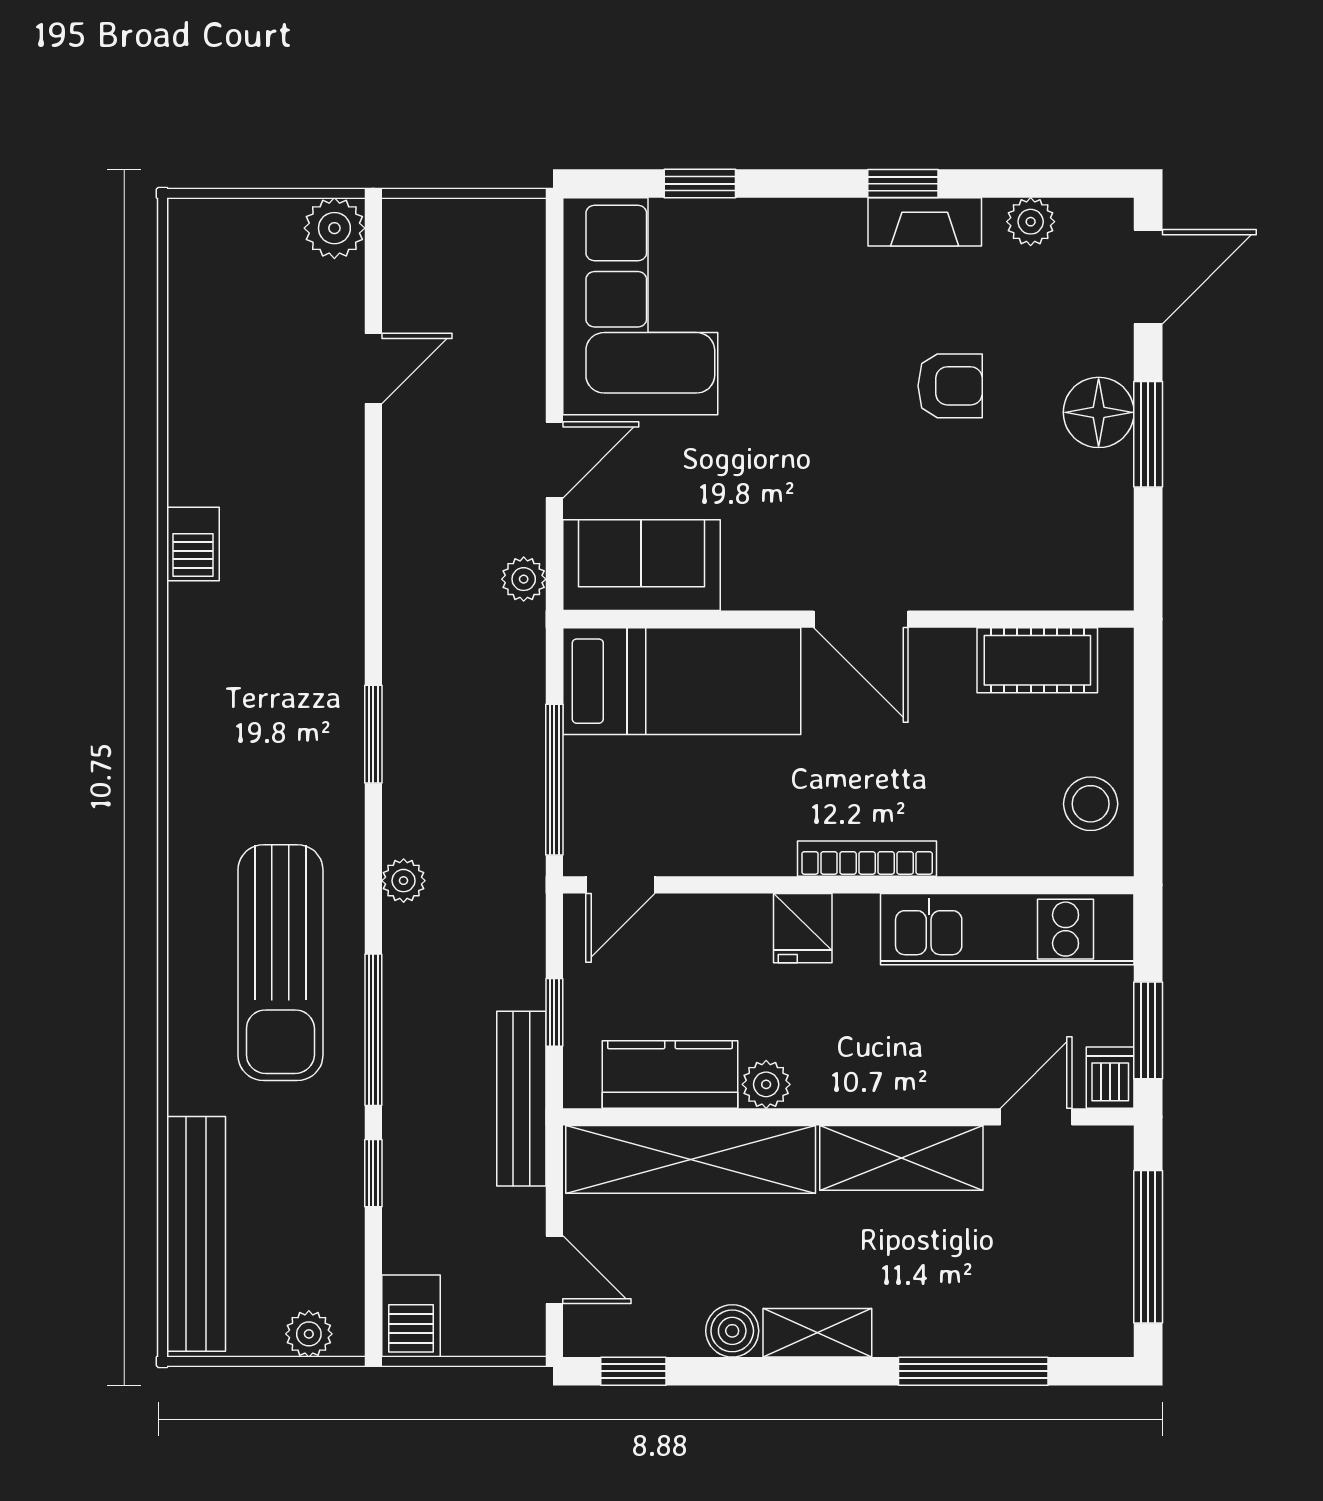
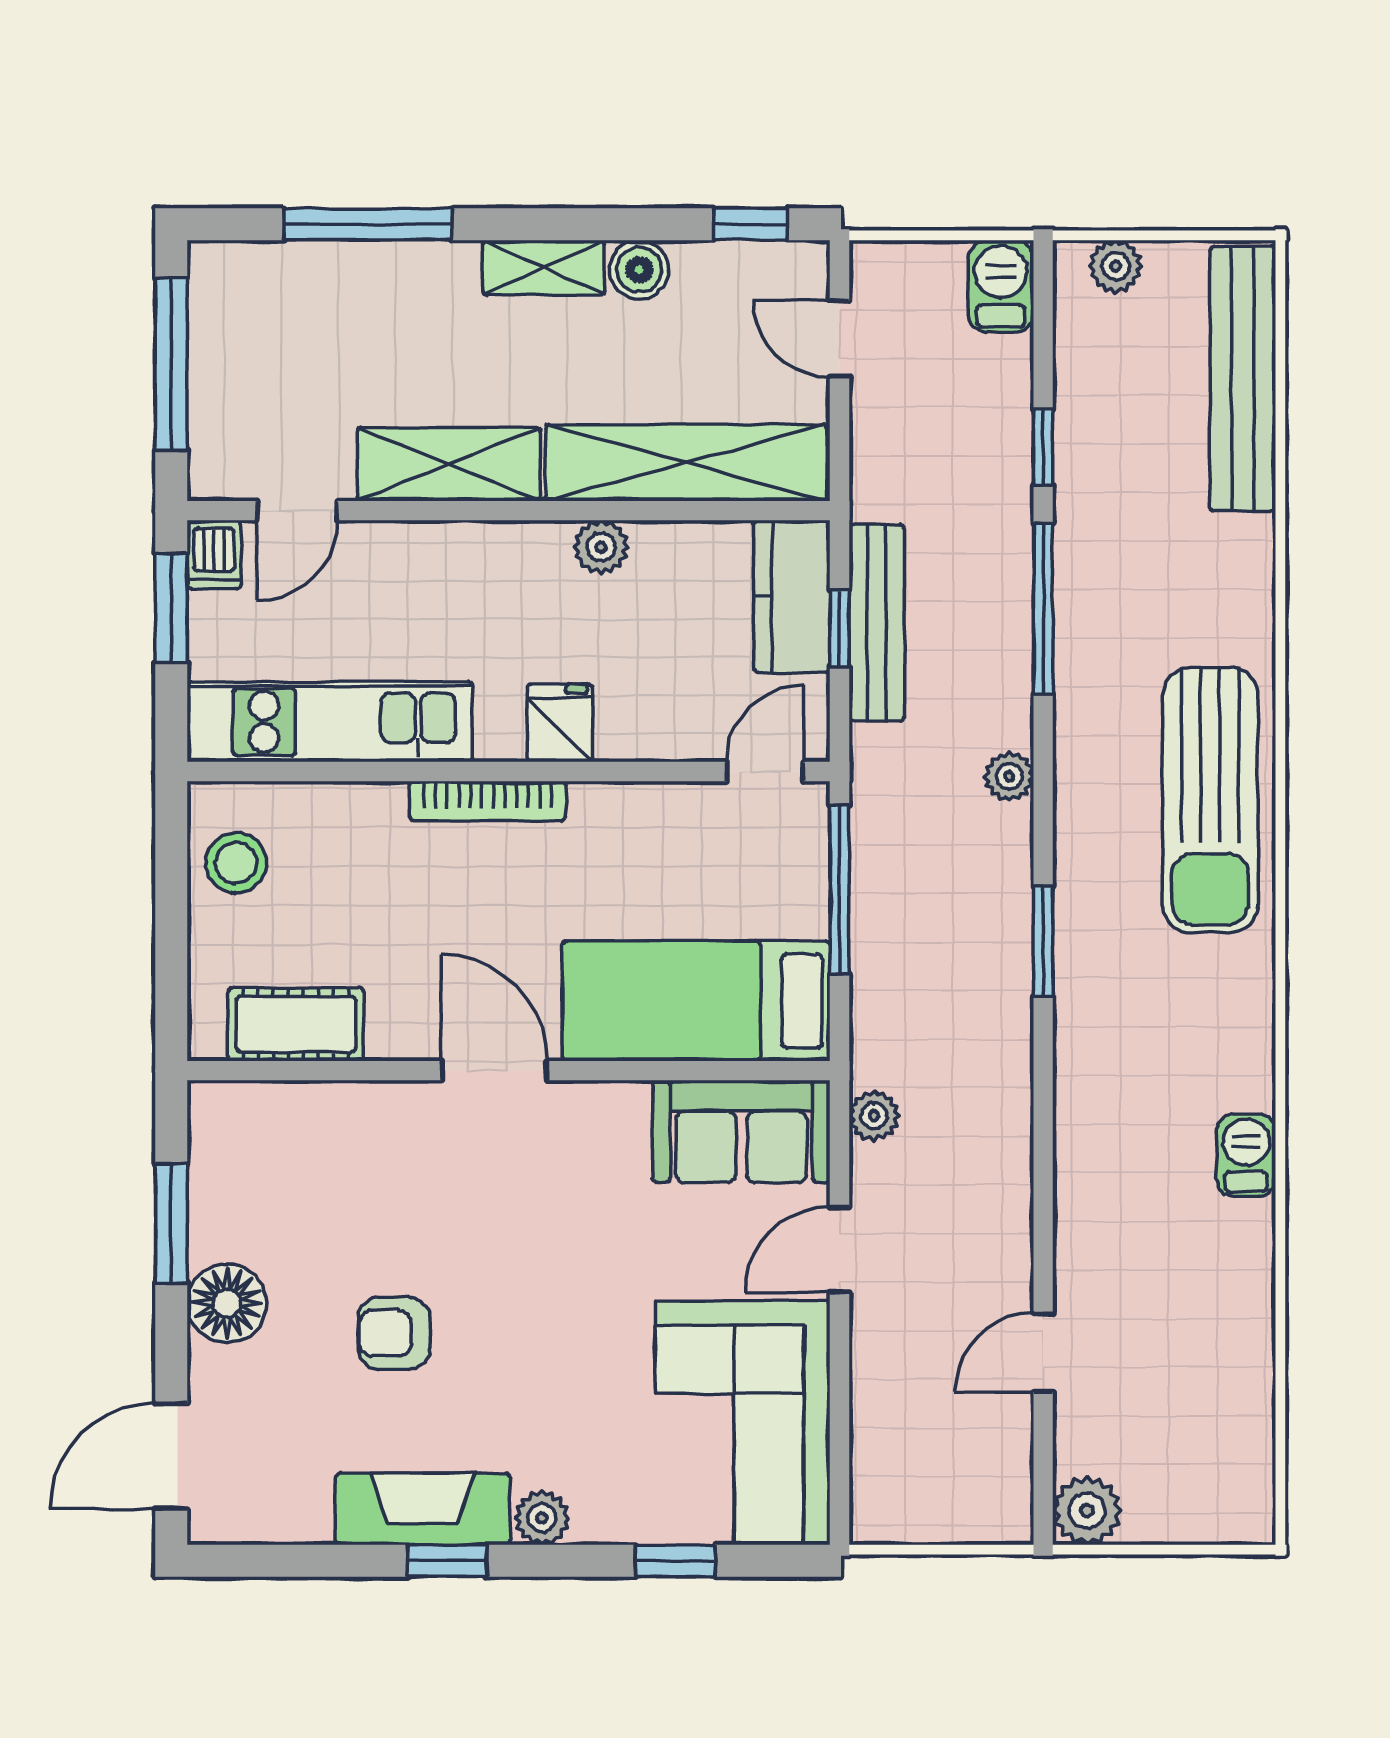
fireplace: (925, 222) -> (423, 1509), width x1.37, depth x1.32
plant: (1031, 222) -> (542, 1518), moved
window: (1148, 434) -> (171, 1224), moved
sun lounger: (280, 963) -> (1210, 800), moved, turned 180
kitchen counter: (670, 1074) -> (792, 596), moved, turned 90
bench: (521, 1099) -> (877, 623), moved

